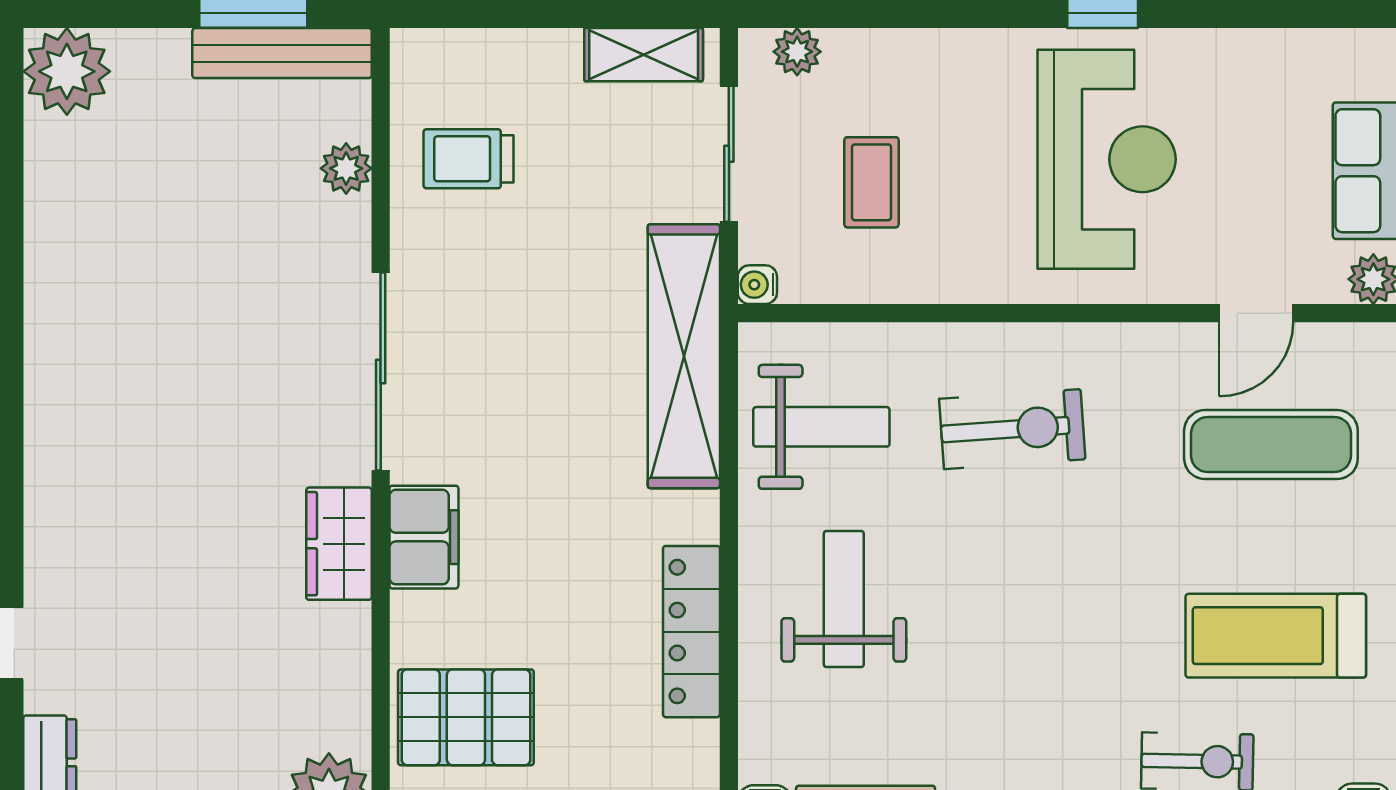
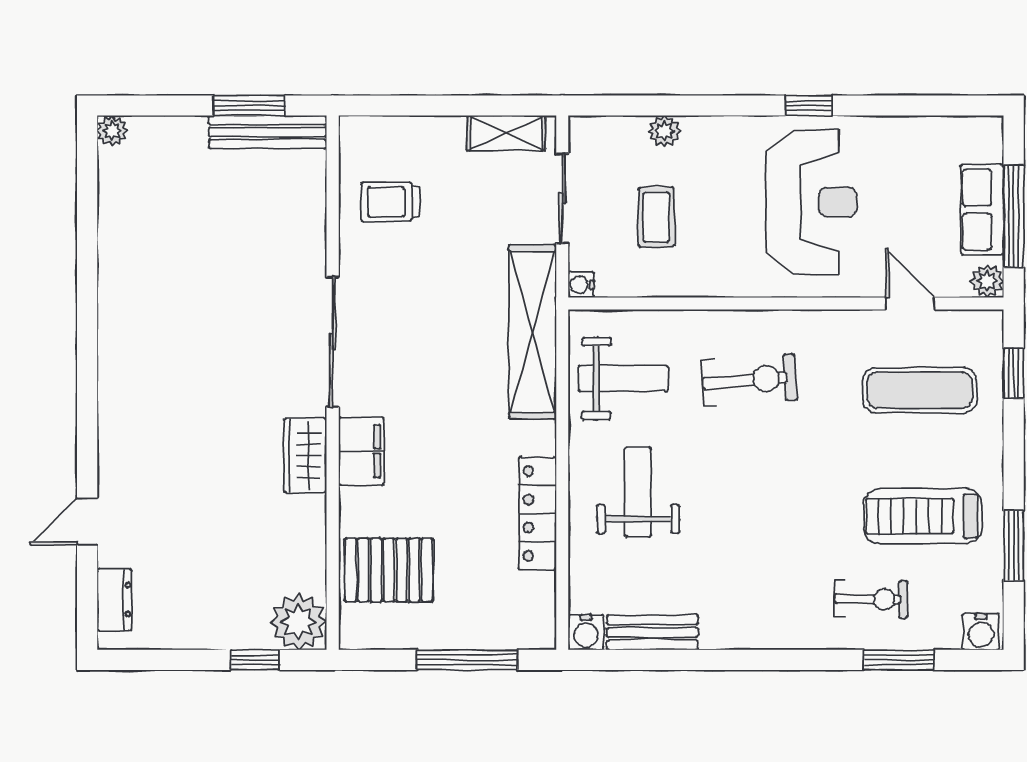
plant: (797, 52) -> (664, 131), moved
plant: (67, 71) -> (112, 131), width x0.53, depth x0.53
plant: (346, 168) -> (310, 208), removed
door: (1256, 313) -> (910, 304), swing flipped

